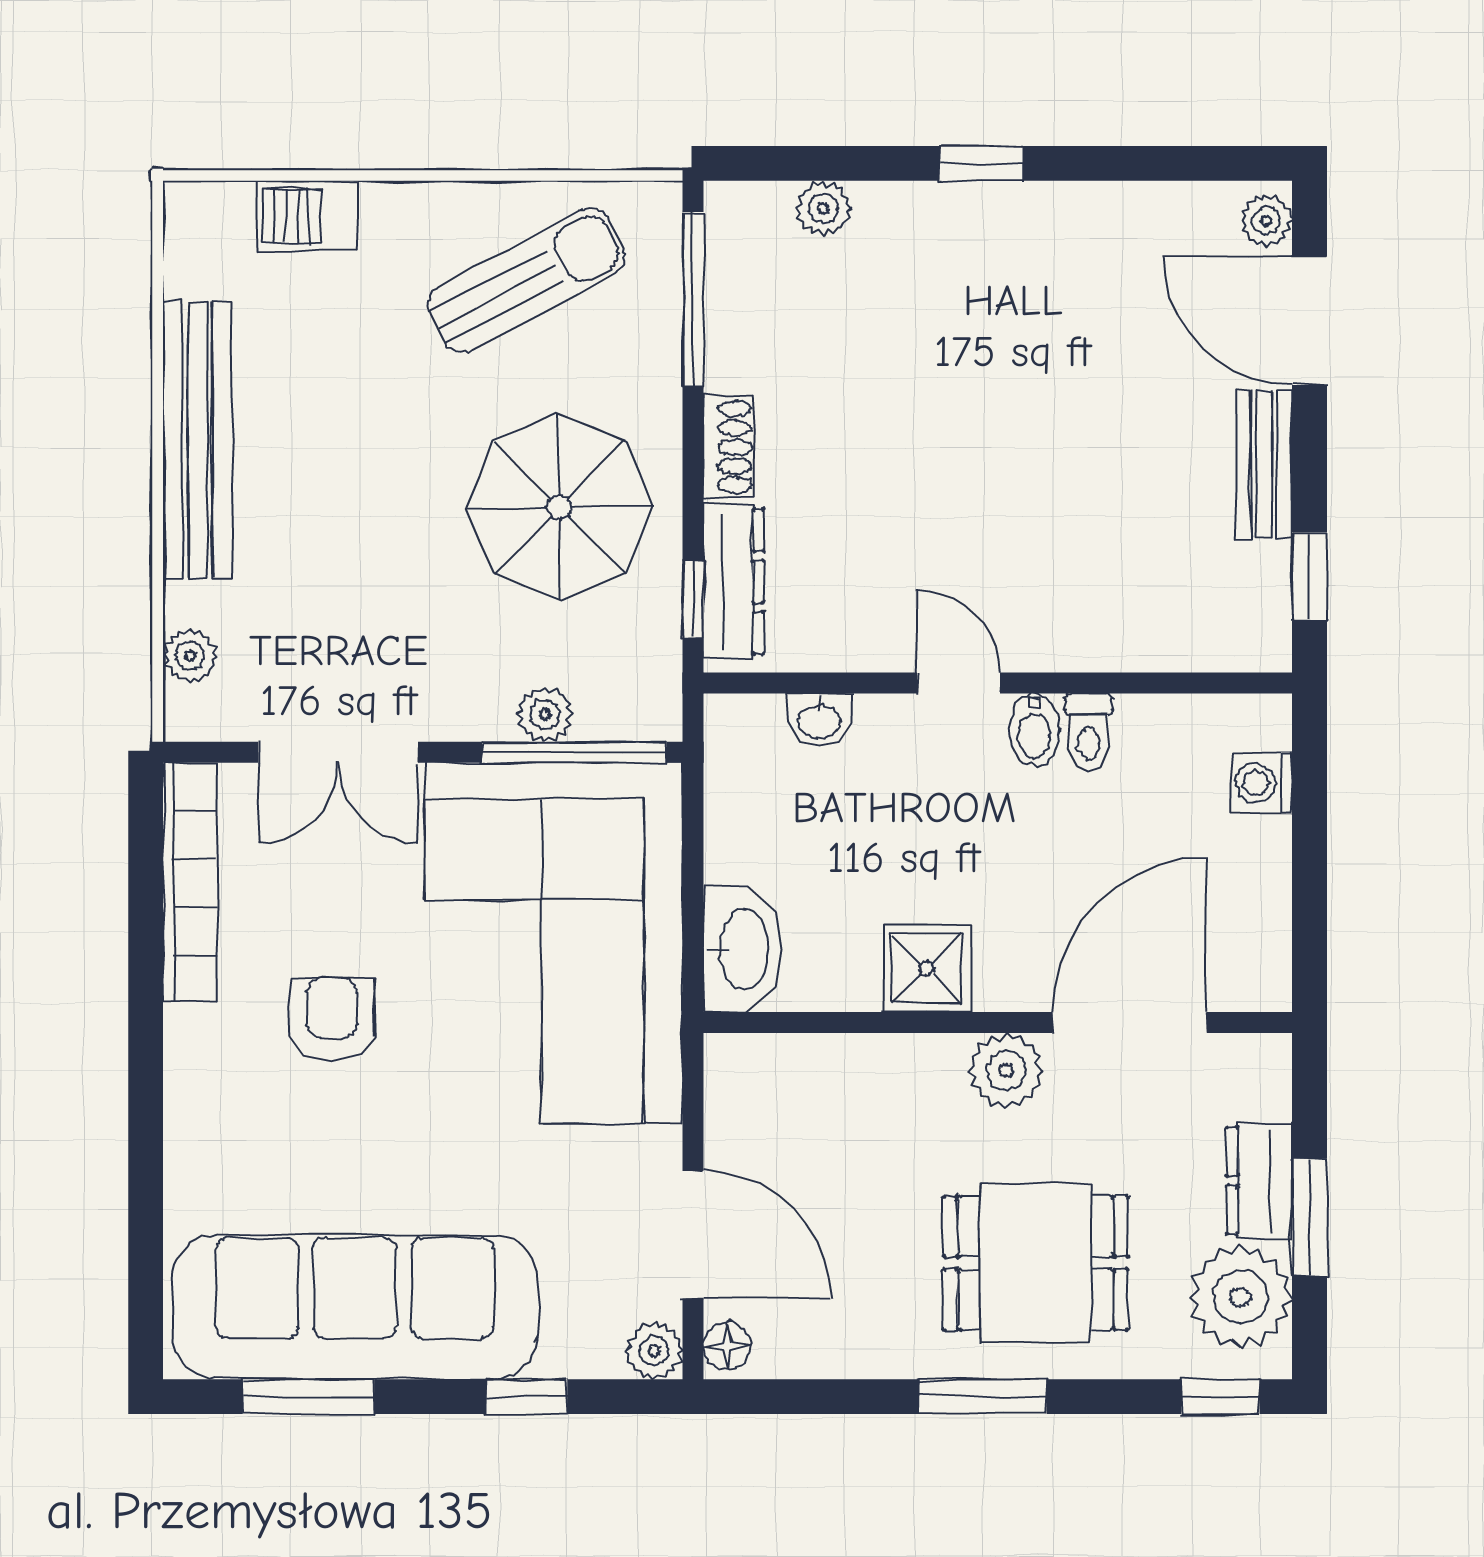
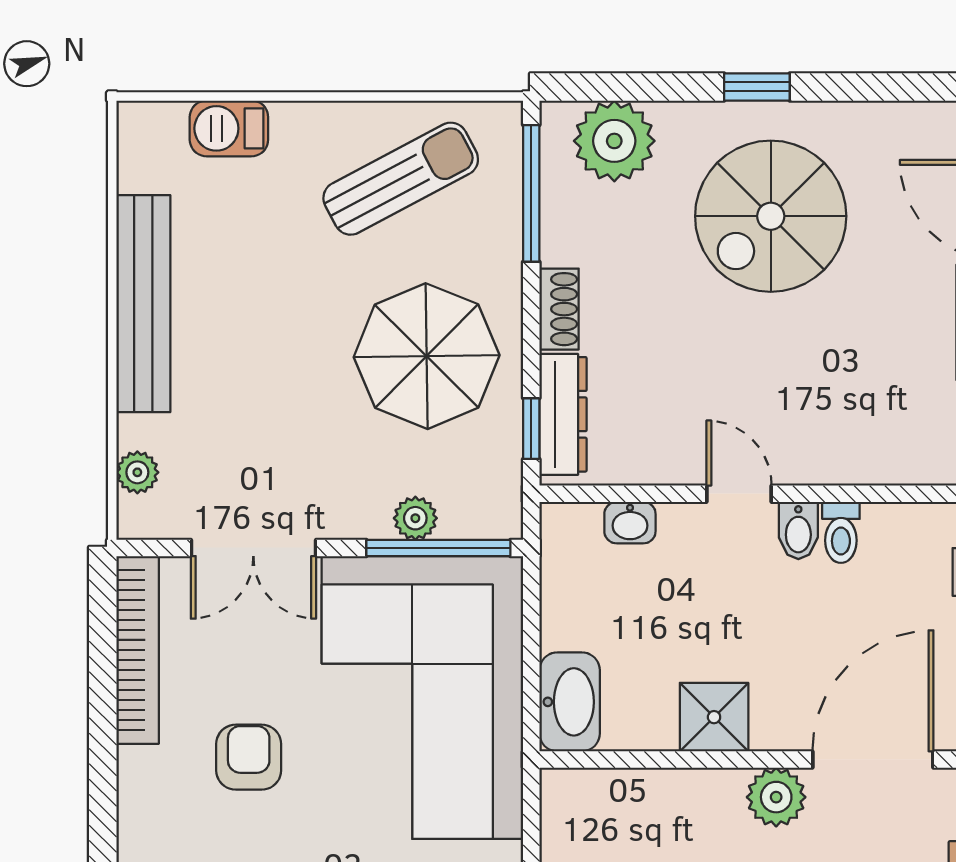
plant: (823, 208) -> (614, 141), width x1.88, depth x1.88
spiral stairs: (999, 328) -> (771, 216), added

